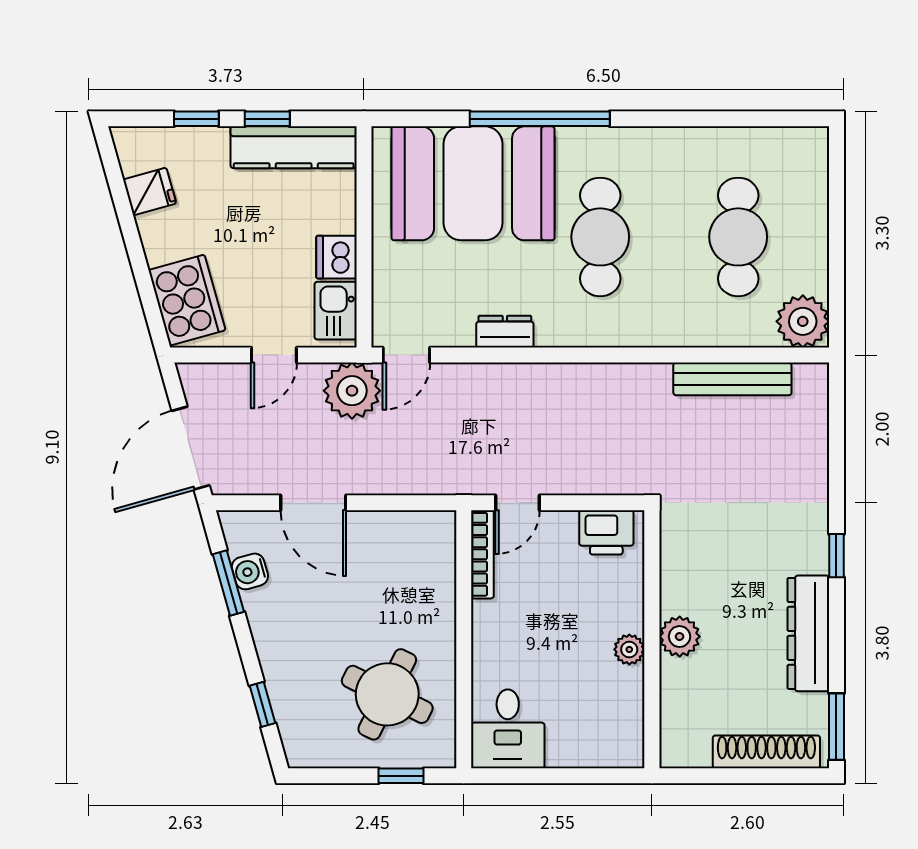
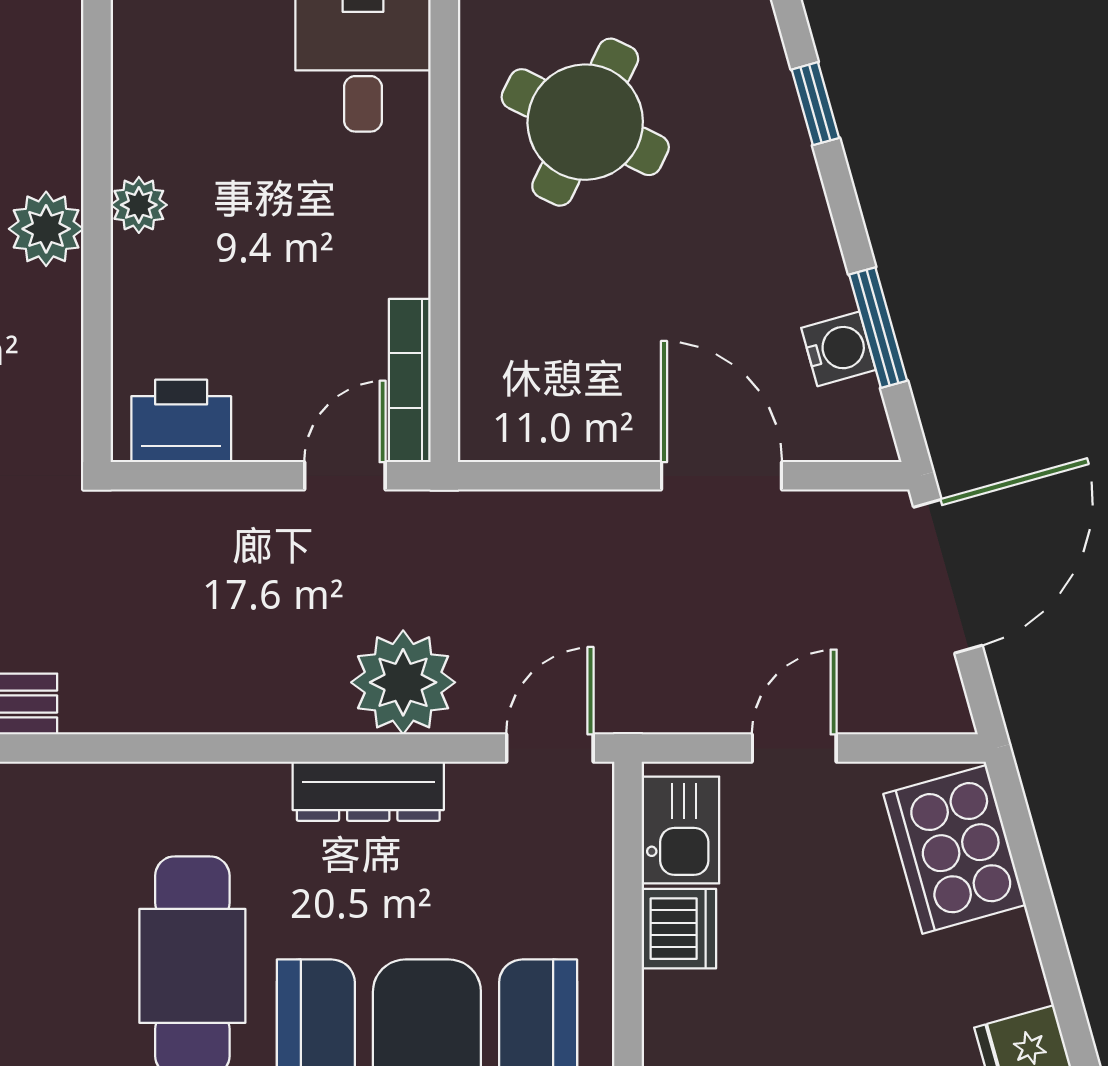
dresser: (505, 332) -> (368, 791), width x1.44
plant: (352, 391) -> (403, 682), moved

